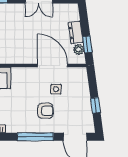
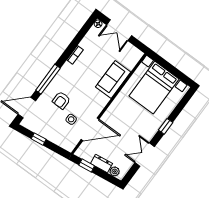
plant: (79, 49) -> (115, 171), moved

